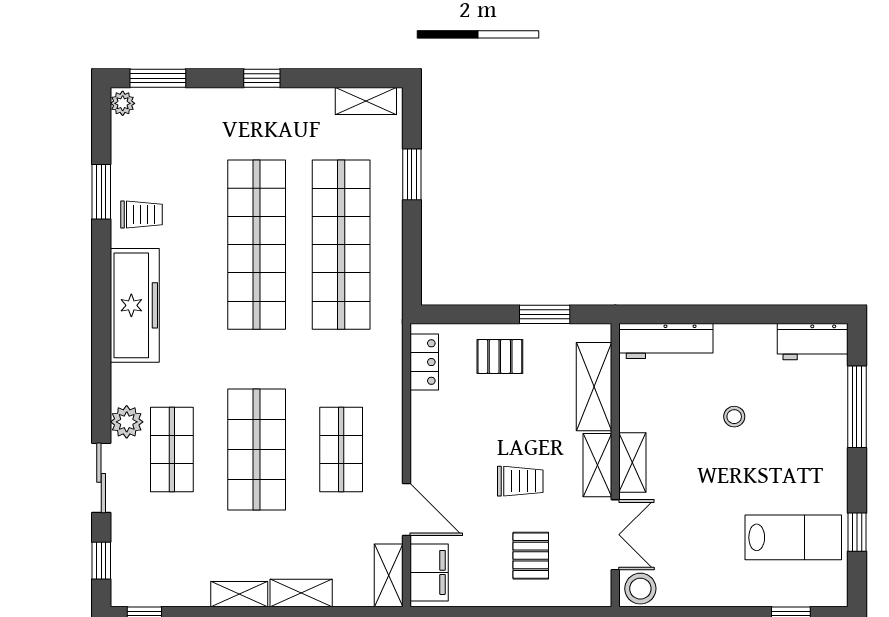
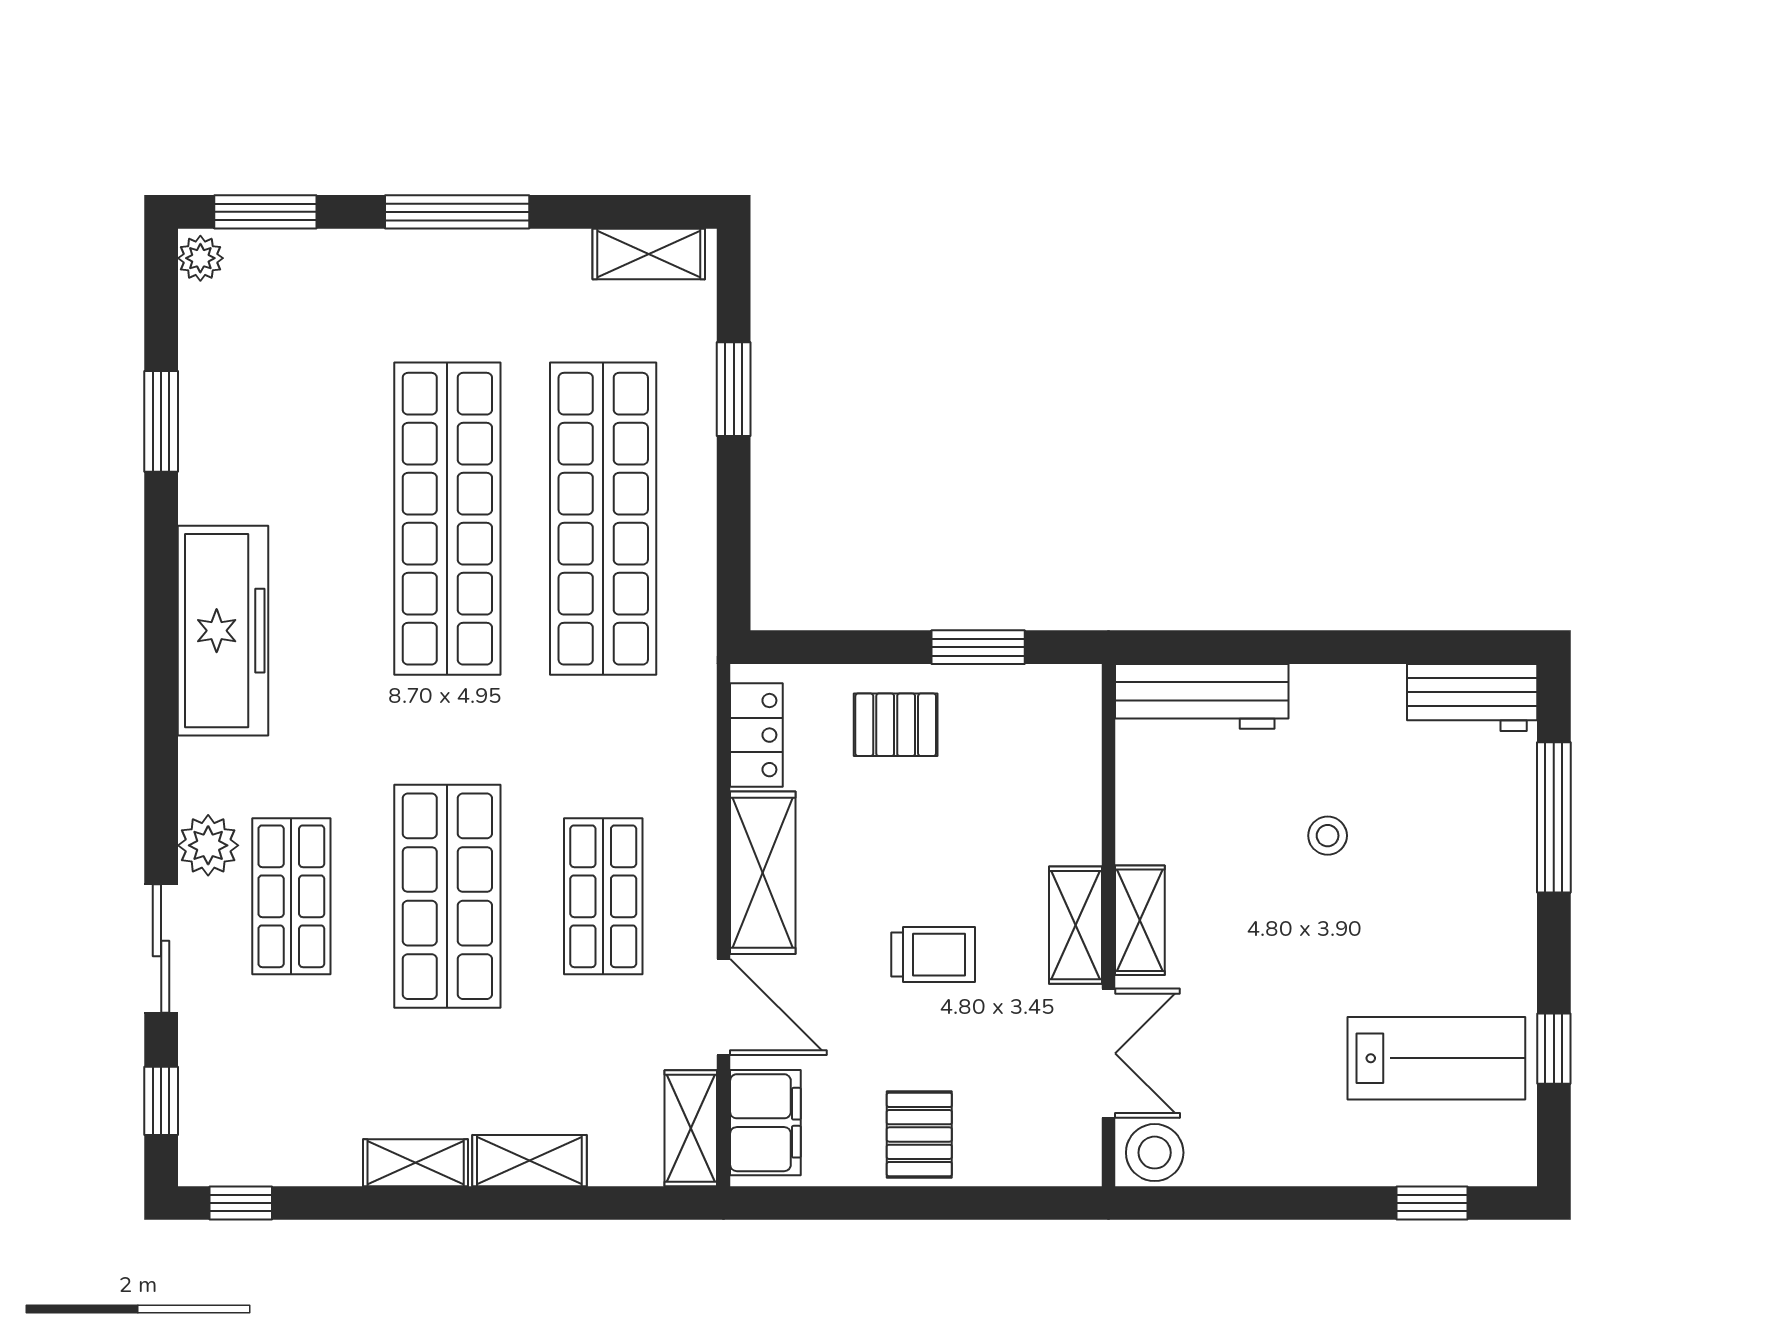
window: (262, 78) -> (457, 212), width x2.17
trolley: (141, 214) -> (235, 463), removed
shelving: (594, 387) -> (763, 873), moved
pallet: (531, 556) -> (919, 1135), moved

